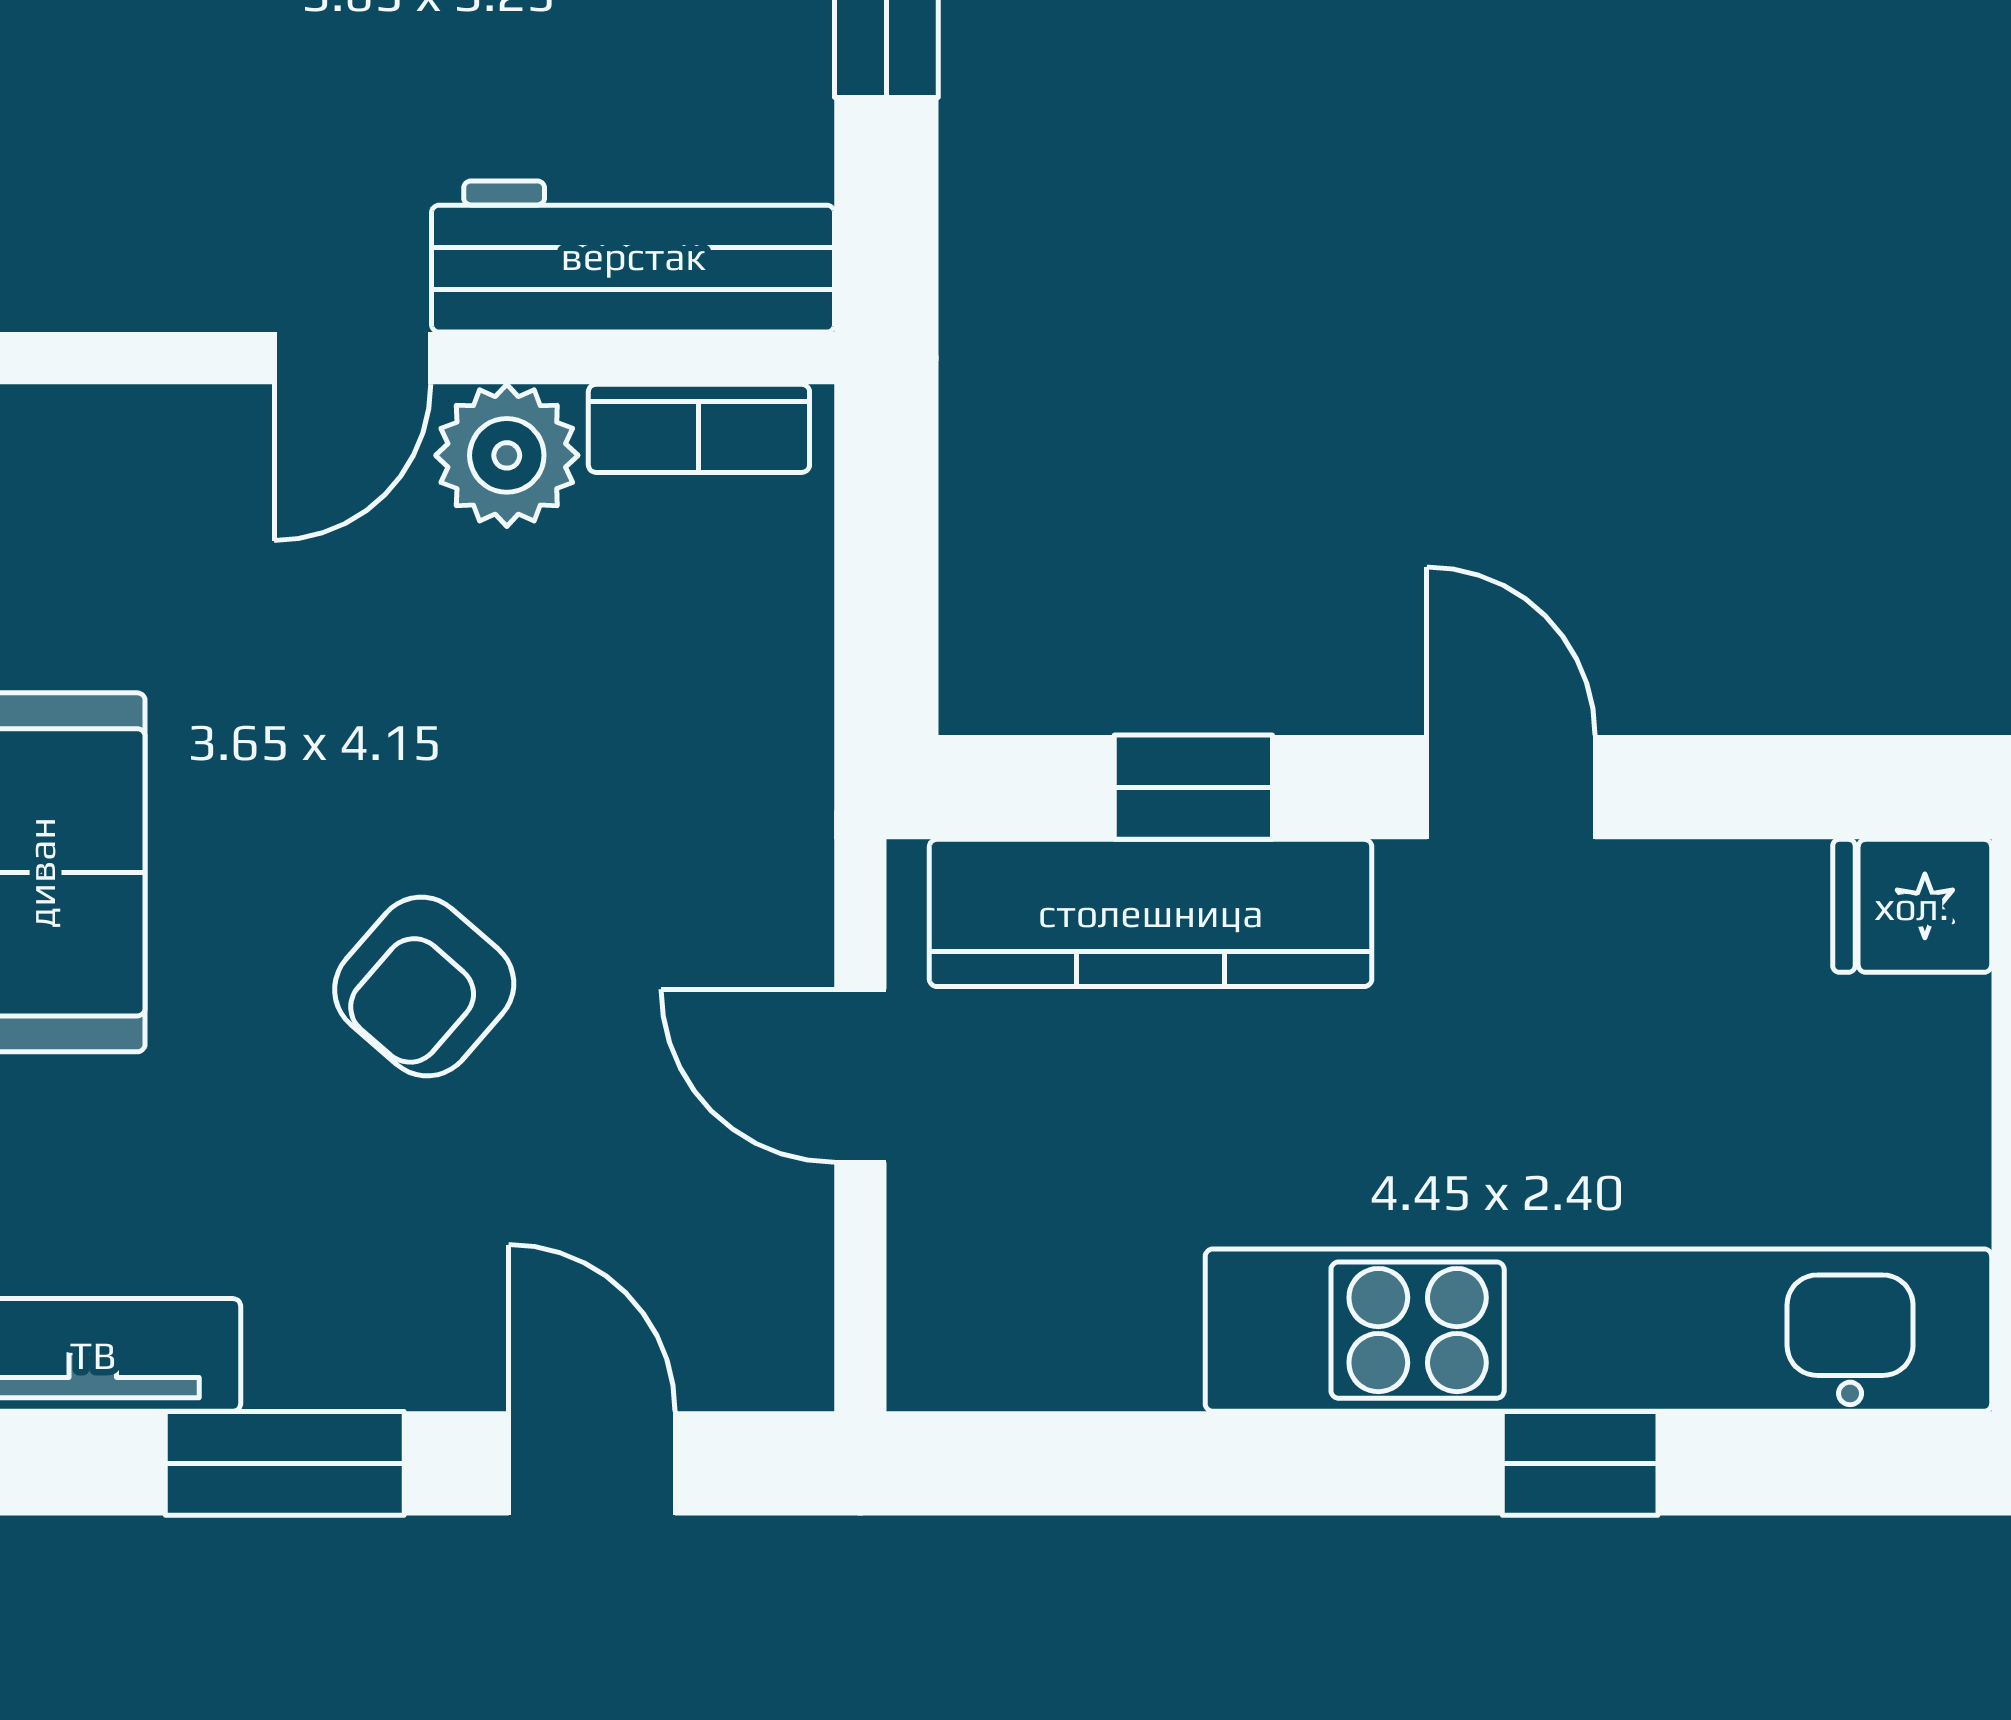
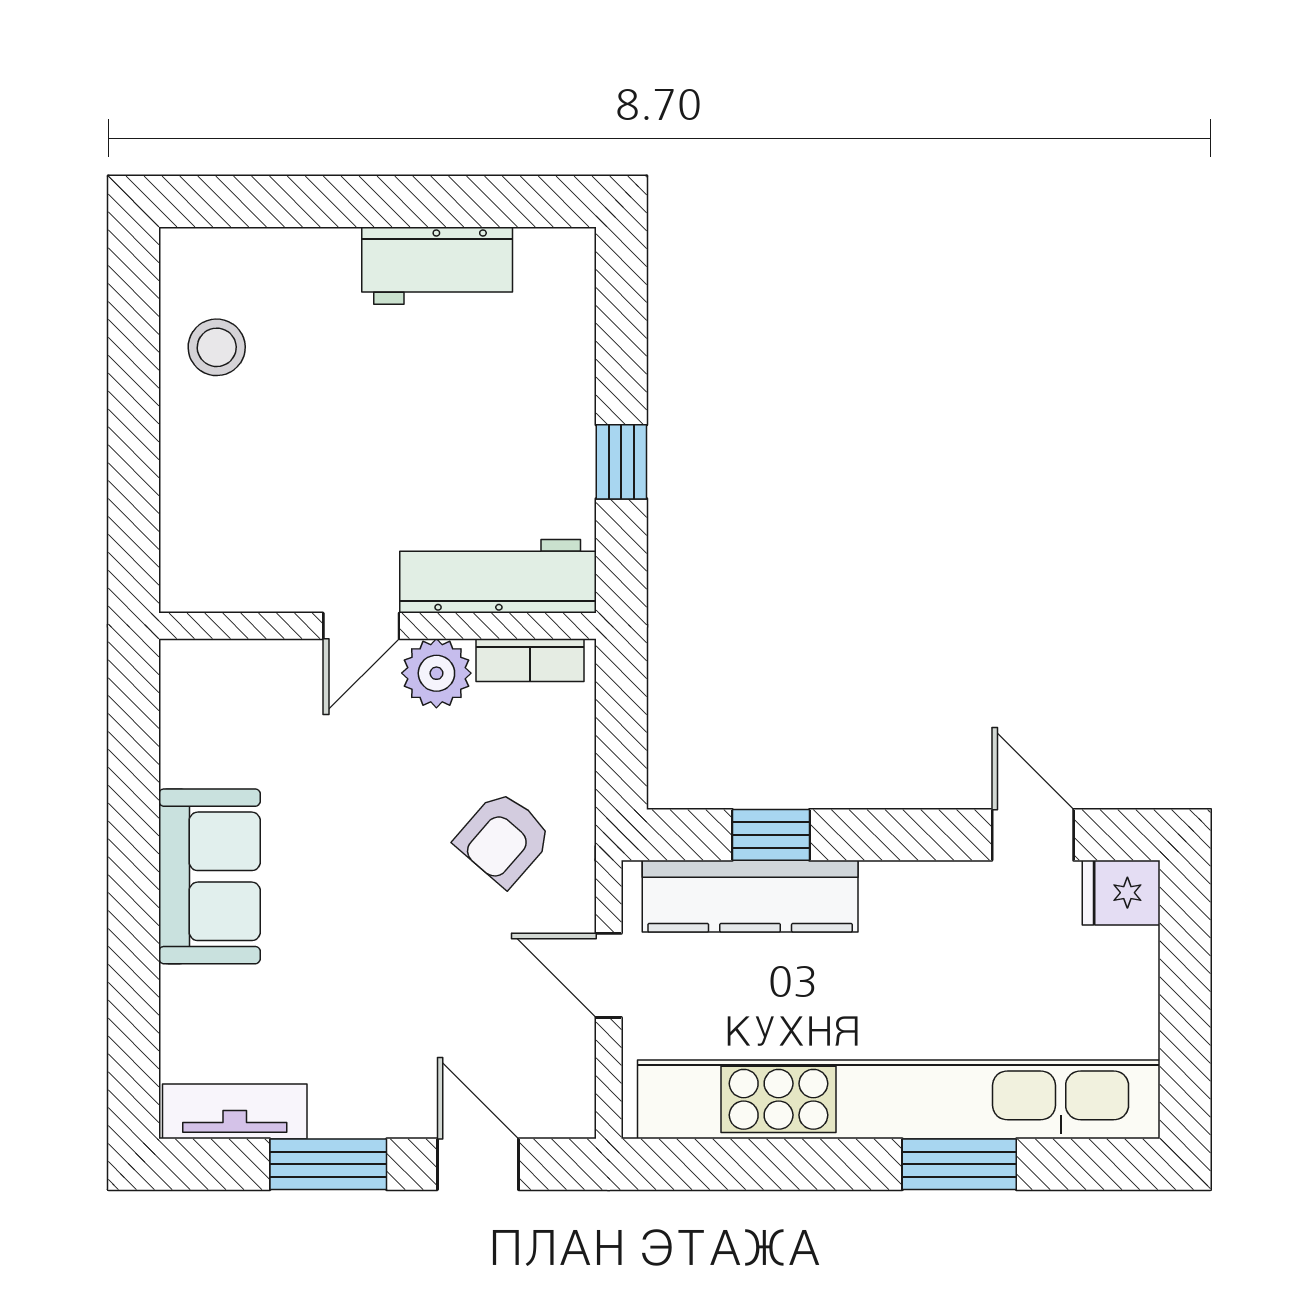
door: (1511, 787) -> (1033, 835), moved
armchair: (424, 986) -> (504, 839), moved
kitchen unit: (1598, 1330) -> (899, 1099), width x1.36
window: (1580, 1463) -> (959, 1164), width x1.50

